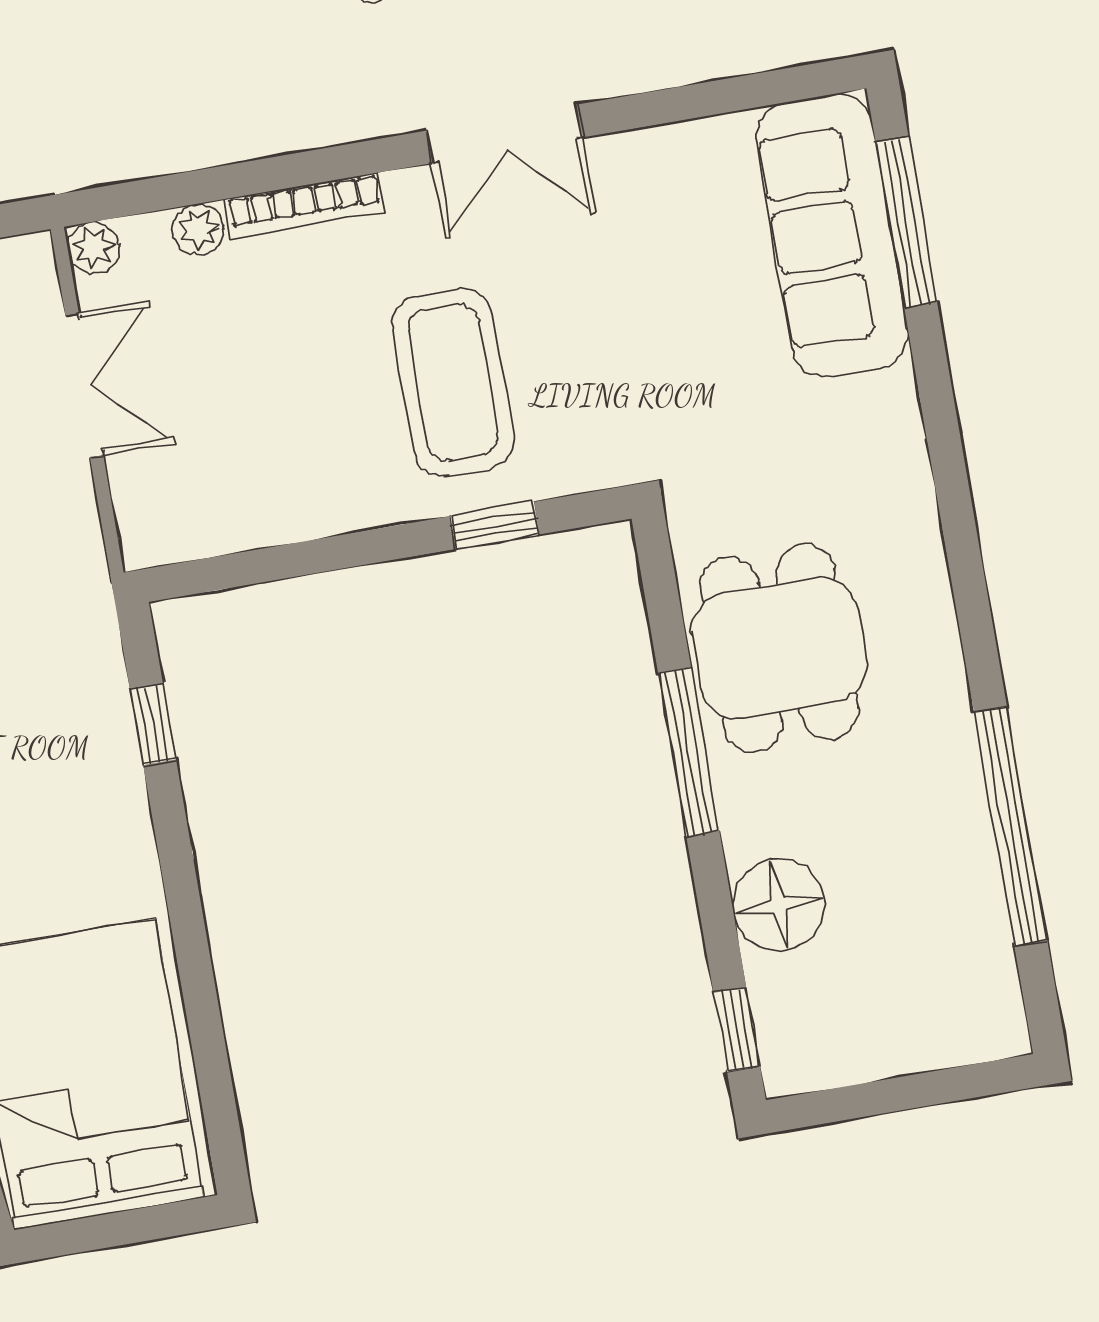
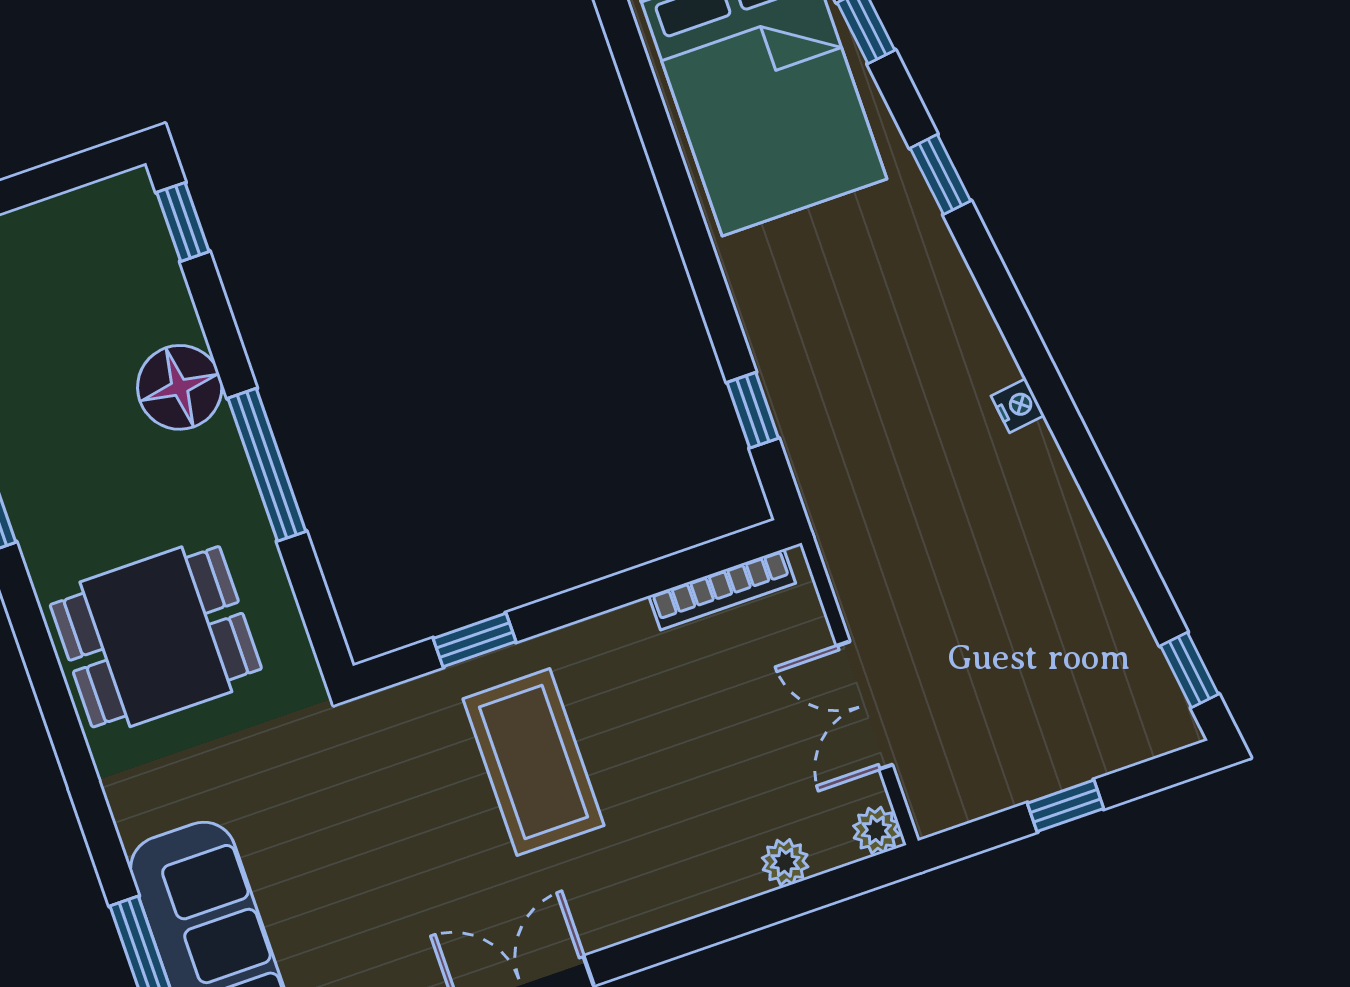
bookcase: (305, 206) -> (722, 590), moved, turned 180
dining table: (779, 648) -> (156, 637), moved, turned 90
floor lamp: (779, 905) -> (180, 387), moved

